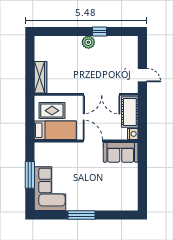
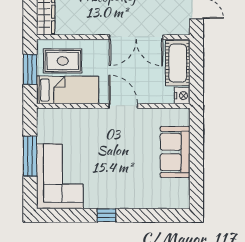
window: (30, 116) -> (30, 69), added
sofa: (121, 152) -> (175, 152), moved, turned 90
window: (82, 215) -> (106, 215), width x0.46

